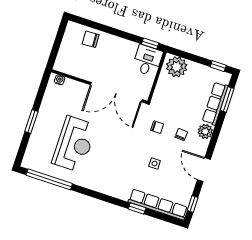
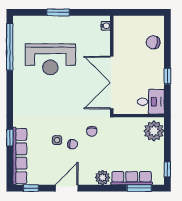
chair: (91, 39) -> (153, 42), turned -77
window: (150, 44) -> (167, 76), moved
chair: (181, 134) -> (73, 144), moved

